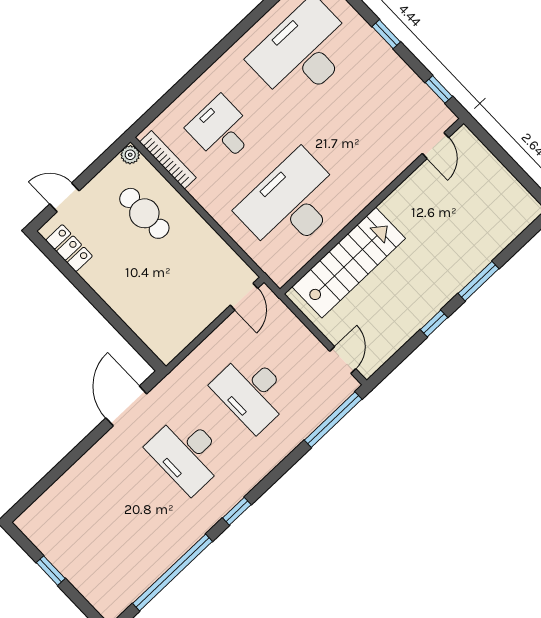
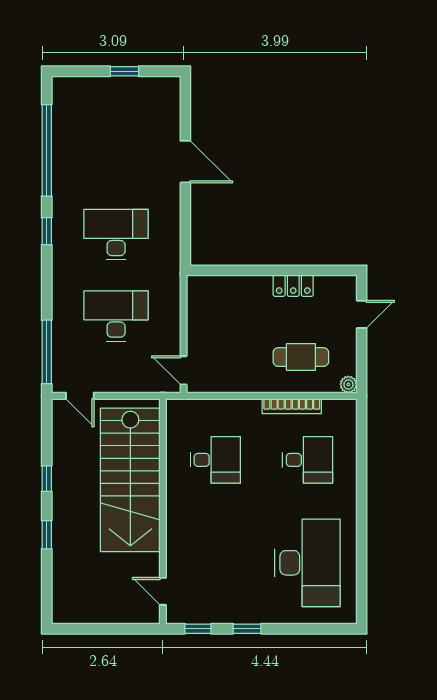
window: (386, 34) -> (247, 629), moved
bookcase: (168, 160) -> (292, 406), moved
desk: (291, 204) -> (215, 460), width x0.53, depth x0.77
locker: (69, 248) -> (293, 286), moved
stairs: (349, 263) -> (130, 480), width x1.36, depth x1.51
window: (479, 281) -> (47, 535), width x0.67
door: (126, 406) -> (185, 162), moved

